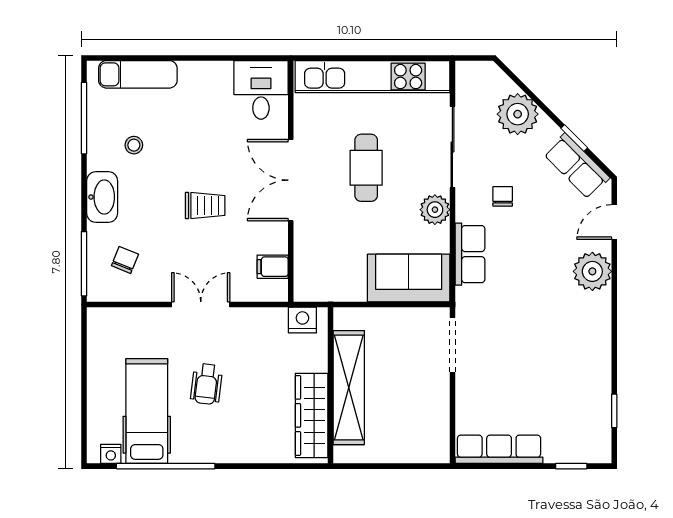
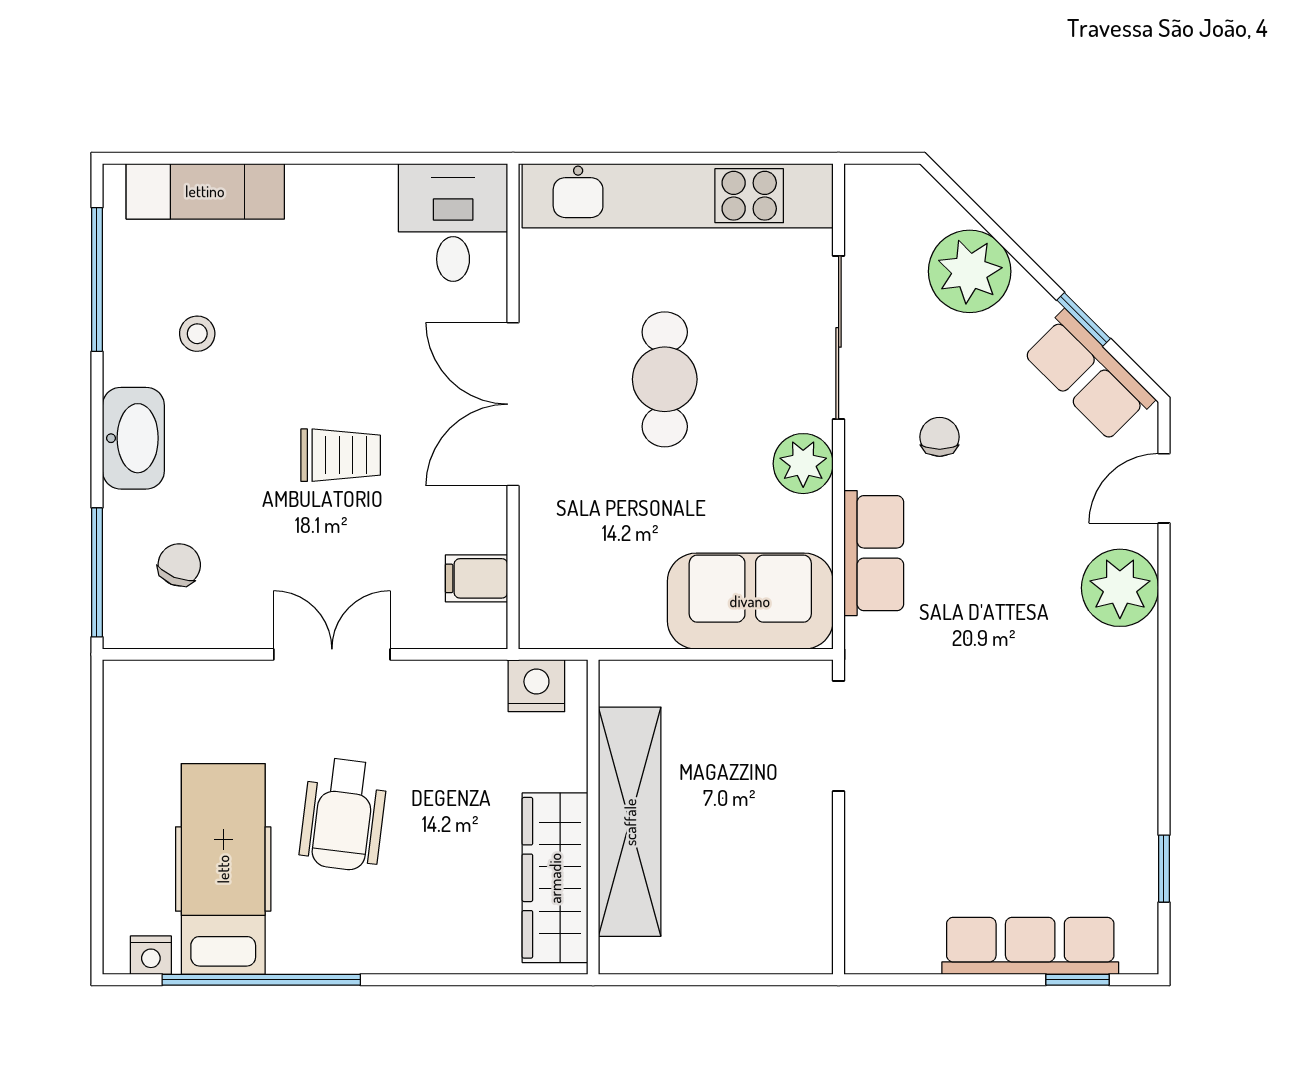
wheelchair: (207, 384) -> (343, 814), width x1.36, depth x1.37
row of seats: (499, 449) -> (1030, 946), moved

